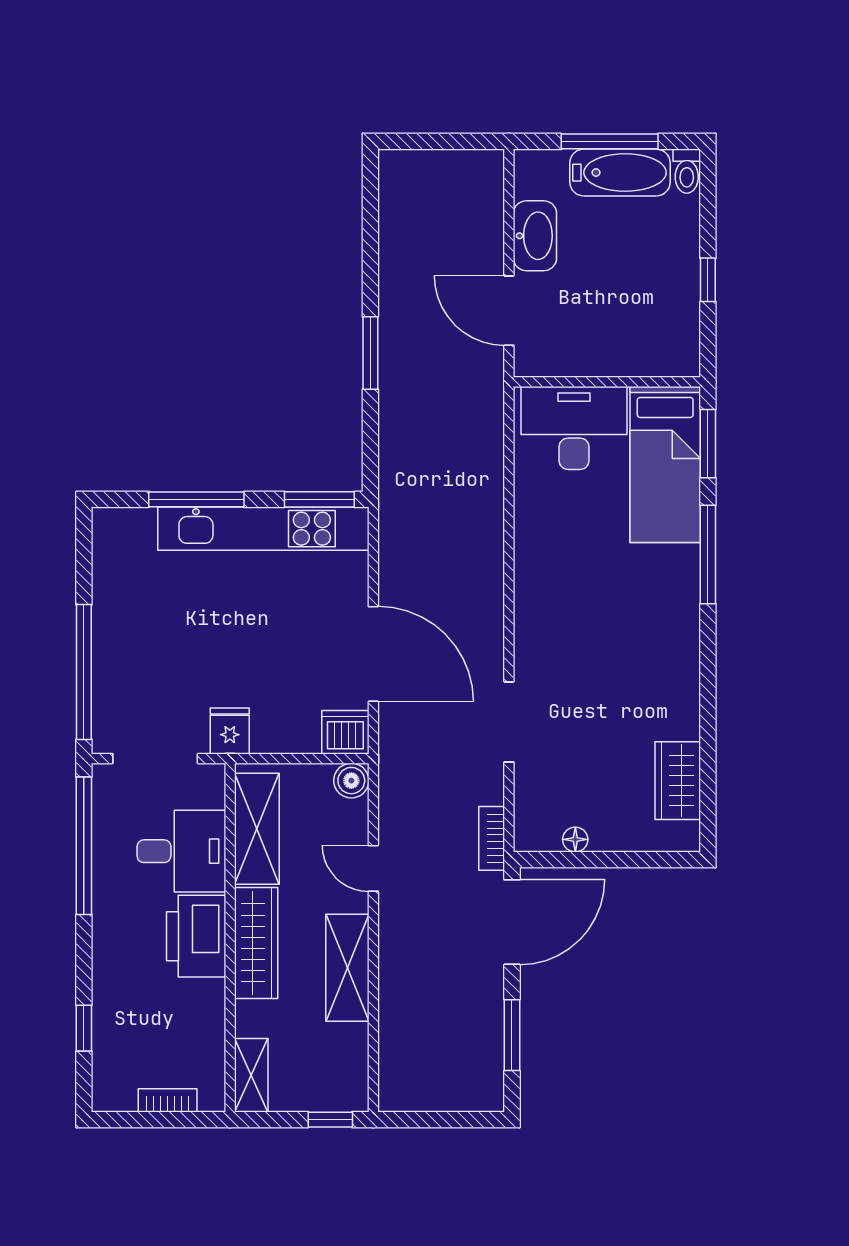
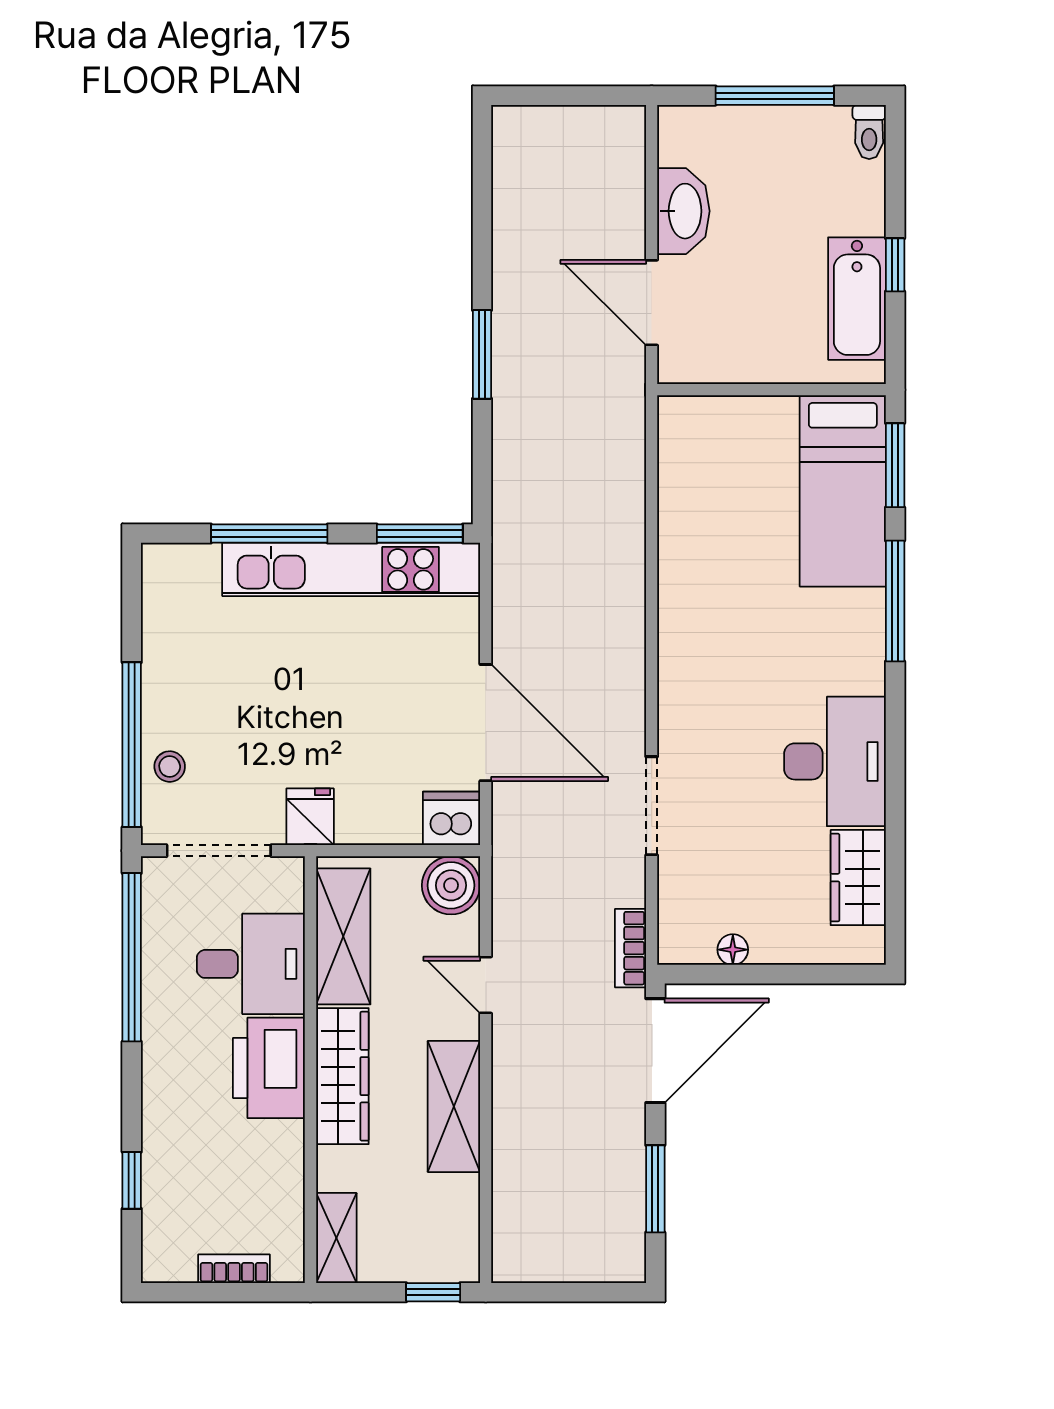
bathtub: (620, 173) -> (857, 299), moved, turned 90
desk: (574, 428) -> (835, 761), moved, turned 90
stool: (115, 690) -> (170, 767), added
boiler: (351, 781) -> (451, 885), width x1.36, depth x1.36

